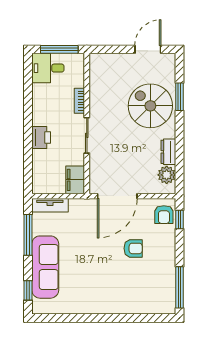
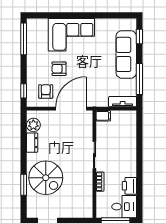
printer: (41, 138) -> (129, 186), moved
filing cabinet: (75, 180) -> (103, 116), width x0.50
armchair: (164, 215) -> (46, 92), moved
corner sofa: (117, 293) -> (71, 35), added

